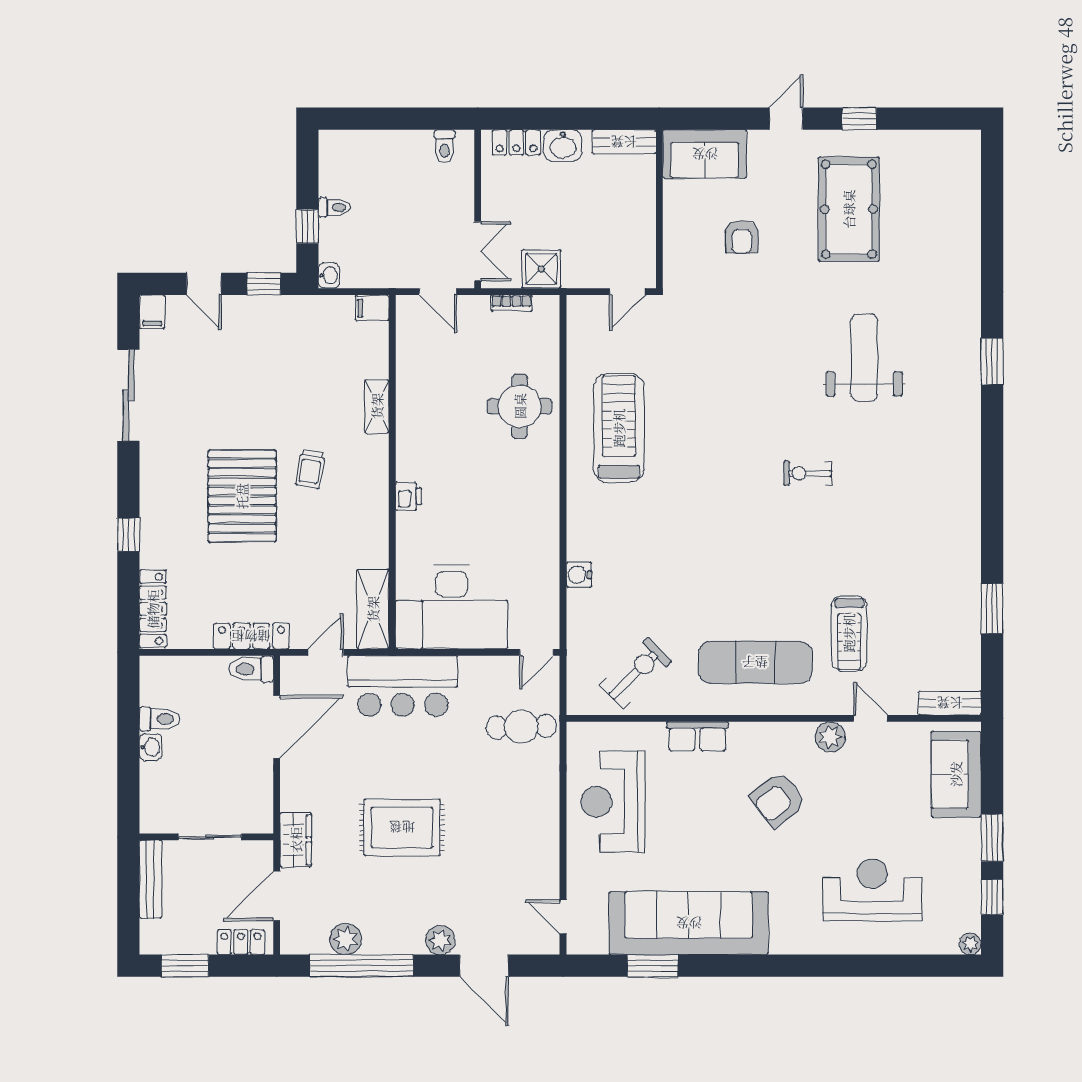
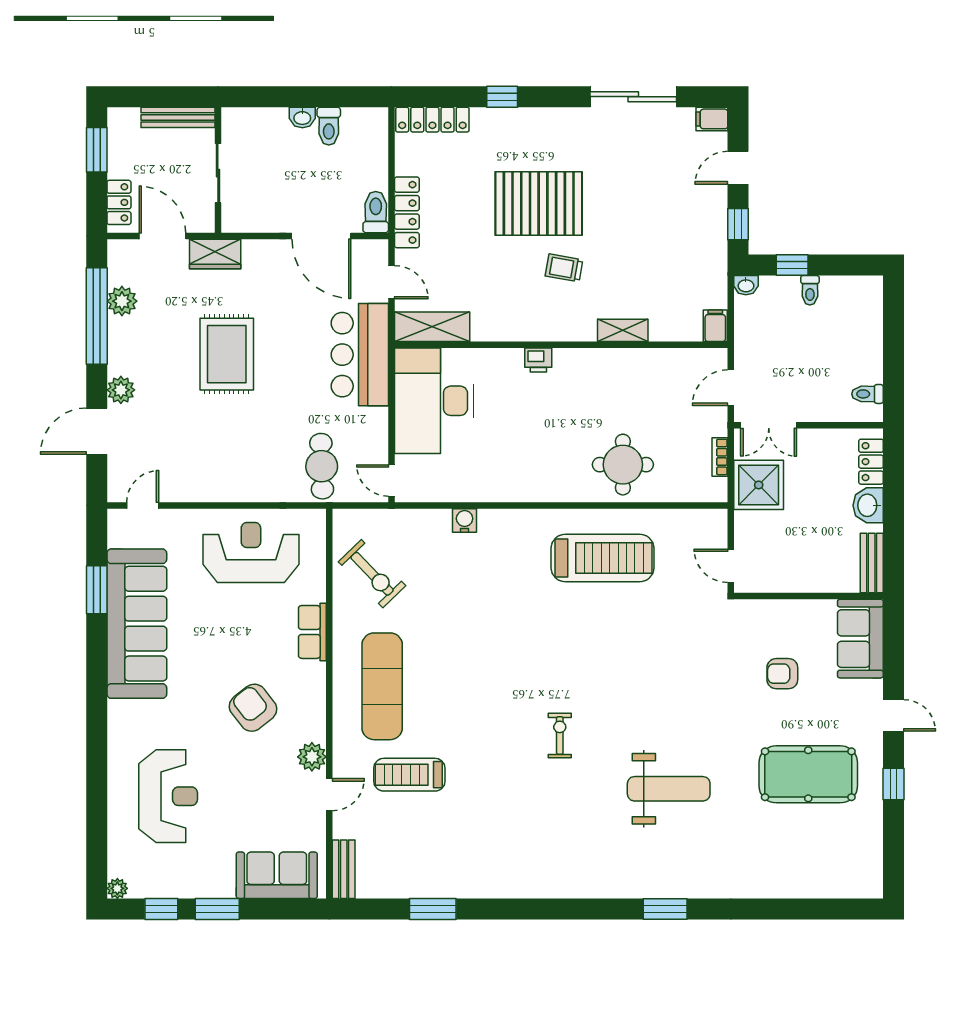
shower: (541, 269) -> (759, 485), width x1.36, depth x1.36

